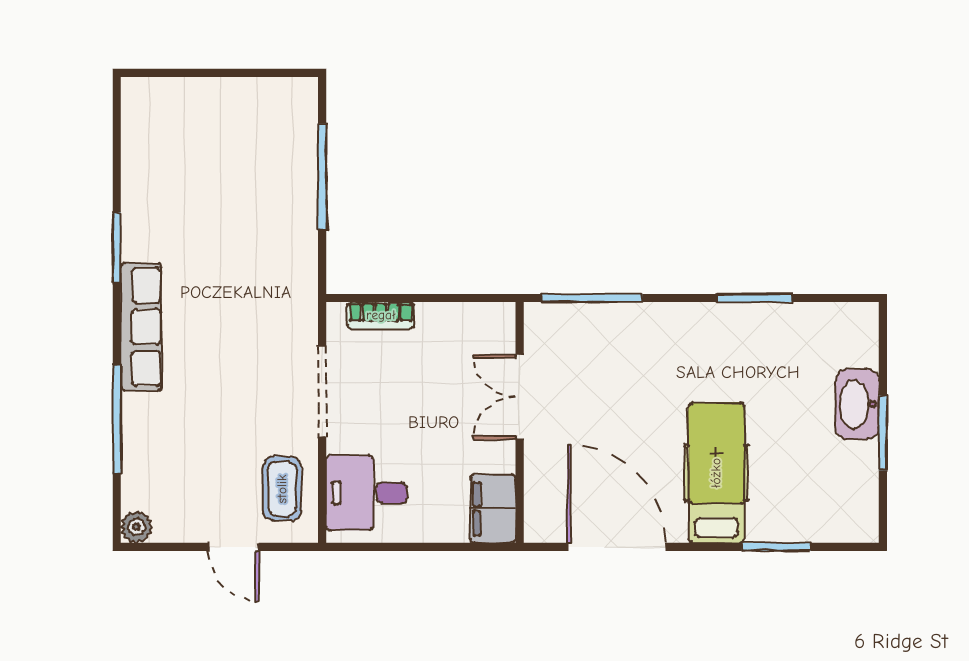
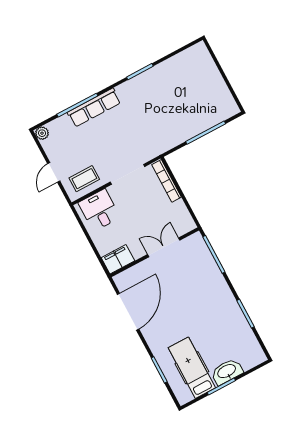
bookcase: (381, 315) -> (167, 181), width x1.56
row of seats: (141, 327) -> (94, 108), moved
hospital bed: (716, 473) -> (192, 368), moved, turned -90

